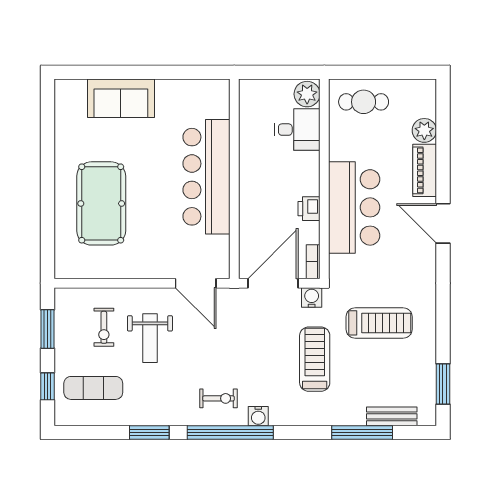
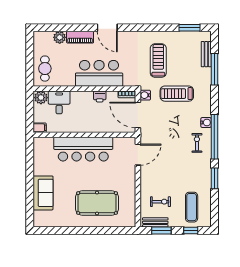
filing cabinet: (248, 92) -> (40, 128), added
door: (443, 223) -> (107, 28), hinge flipped
bench: (63, 317) -> (155, 222), added
weight bench: (150, 338) -> (166, 178), removed

